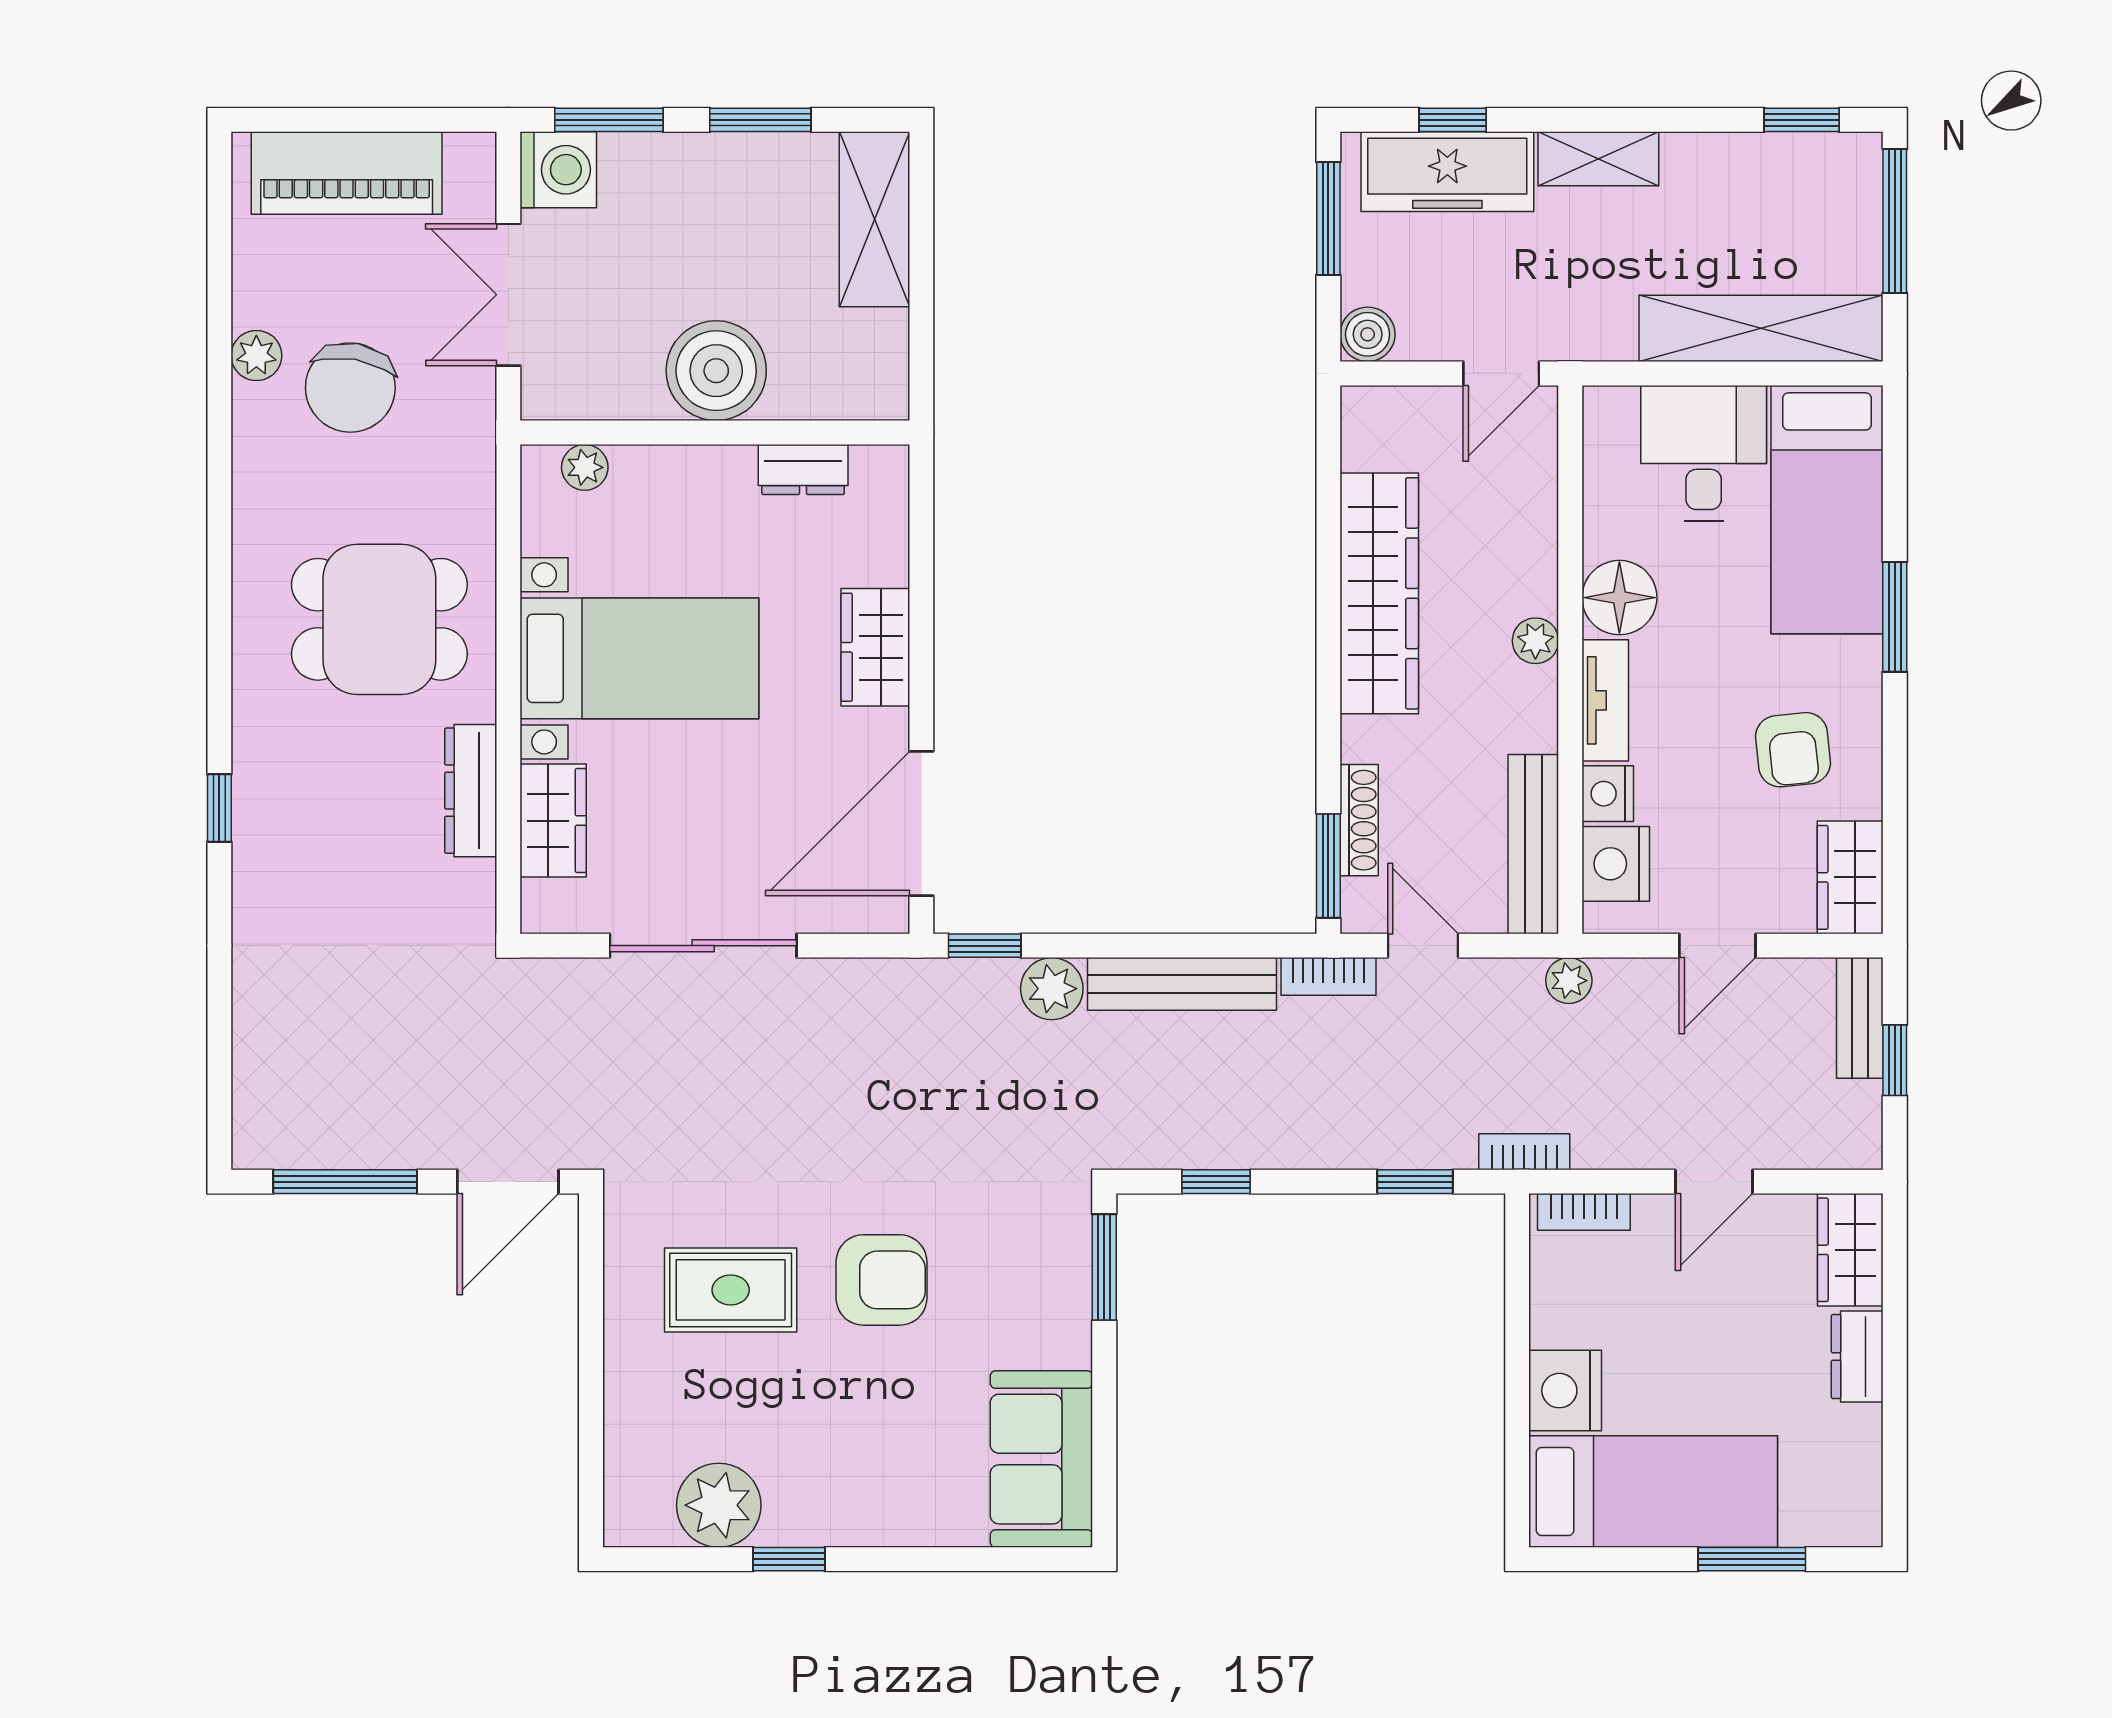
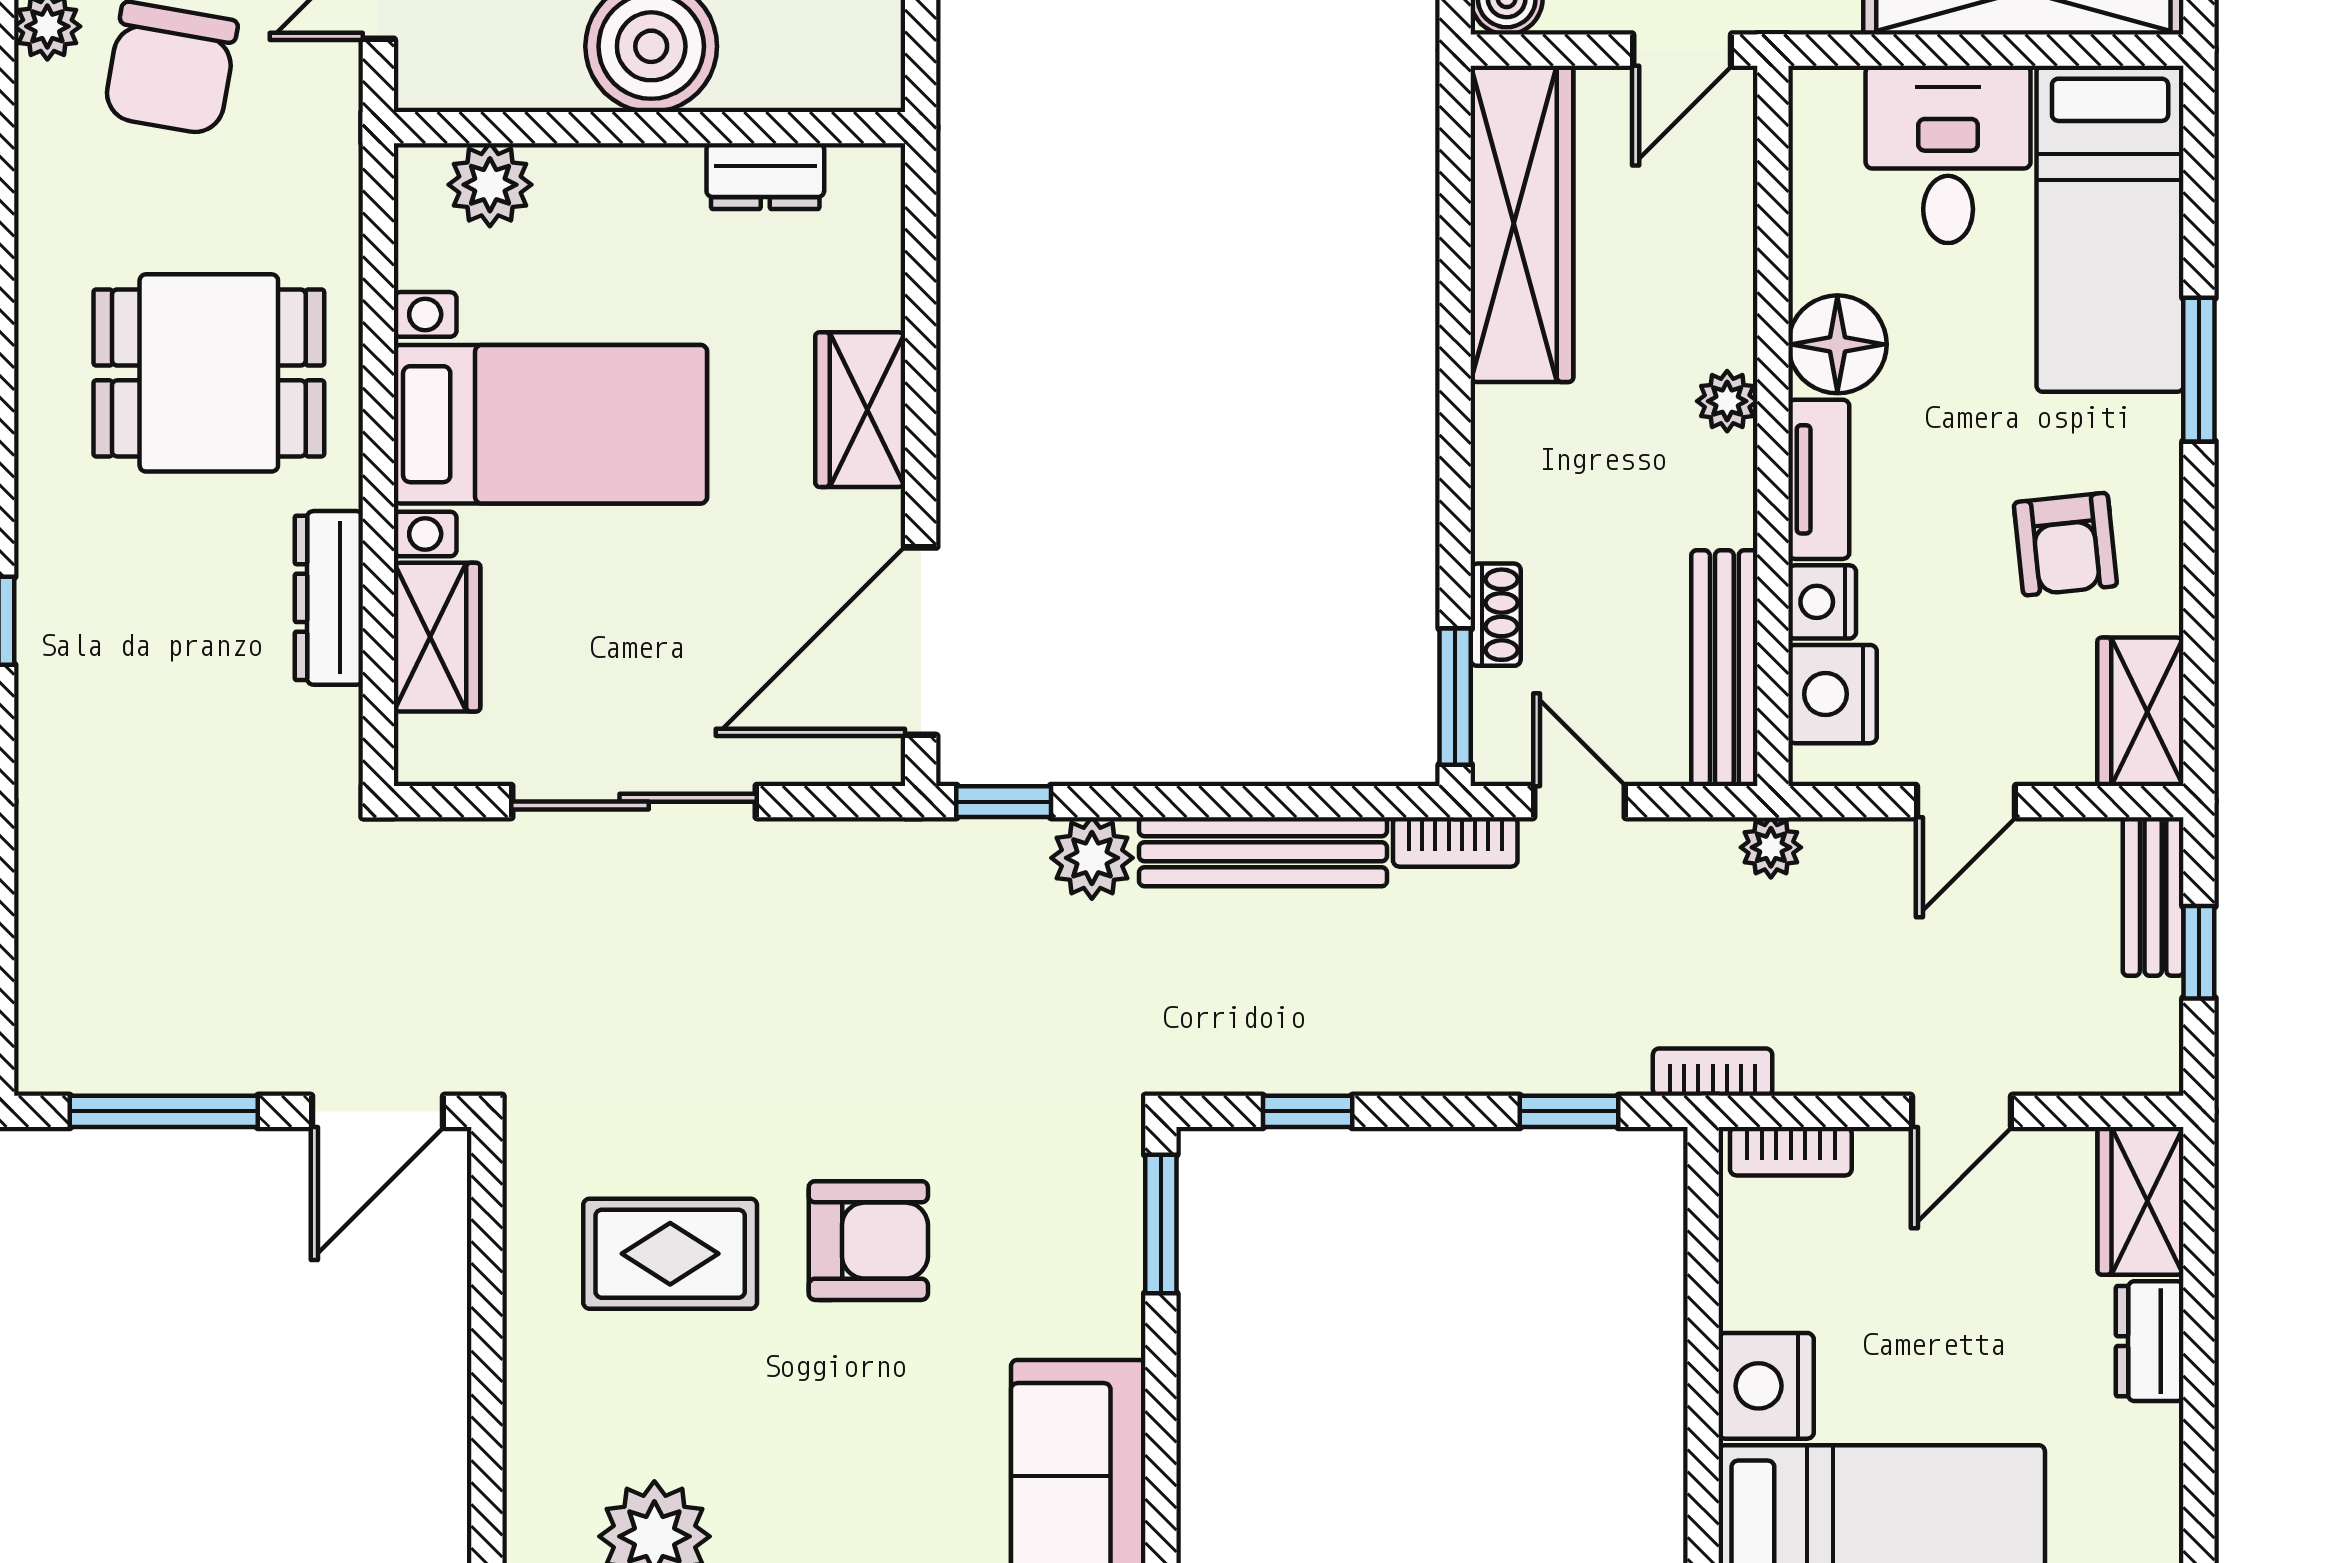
plant: (585, 467) -> (490, 185), width x1.38, depth x1.38
wardrobe: (1379, 593) -> (1522, 224), moved
shoe rack: (1359, 820) -> (1496, 615), width x0.70

